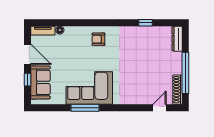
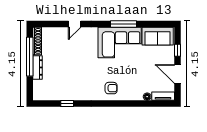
dresser: (177, 39) -> (37, 67), moved
sofa: (40, 82) -> (158, 36), moved, turned -90
door: (160, 108) -> (75, 24), moved

